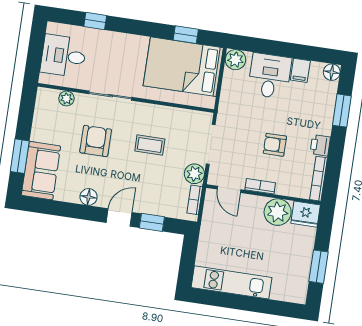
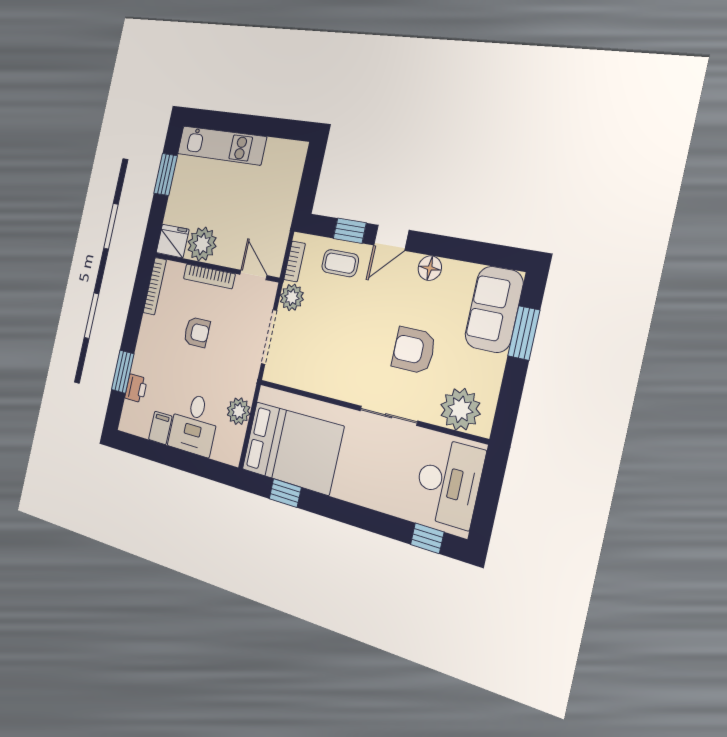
window: (95, 21) -> (427, 538), moved
desk: (63, 56) -> (448, 482), width x1.37
plant: (235, 60) -> (239, 411), moved
floor lamp: (332, 72) -> (128, 422), removed
plant: (66, 99) -> (460, 409), width x1.88, depth x1.88
armchair: (96, 141) -> (414, 350), turned 90
coffee table: (150, 145) -> (340, 263), moved
printer: (320, 145) -> (136, 388), moved
bookcase: (260, 186) -> (209, 276), width x1.56
kitchen unit: (232, 282) -> (221, 145), moved

